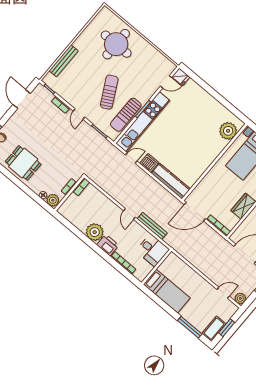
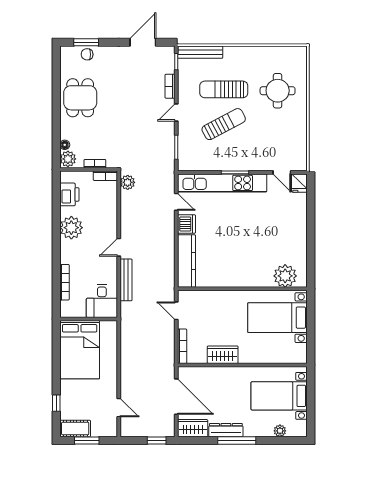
round table: (116, 44) -> (278, 91), width x0.73, depth x0.73
bench: (64, 61) -> (200, 52), moved
sun lounger: (126, 115) -> (224, 89), moved
door: (195, 212) -> (176, 311), width x0.53
printer: (108, 245) -> (69, 194), moved
bed: (167, 291) -> (80, 350), width x1.50
plant: (240, 298) -> (128, 182), moved
window: (190, 327) -> (56, 403), width x0.46

